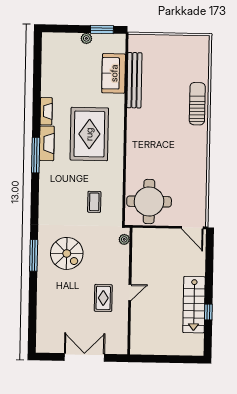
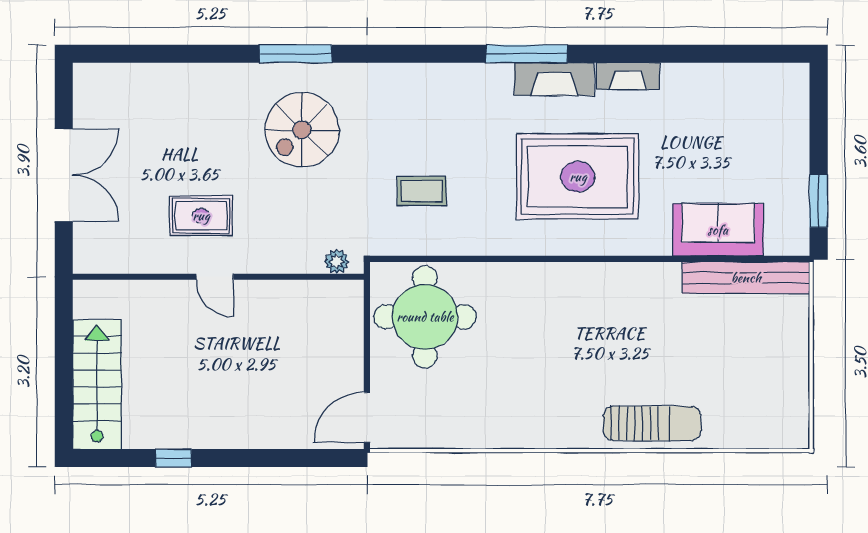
plant: (86, 38) -> (797, 166), removed
bench: (134, 80) -> (746, 278), moved
stairs: (194, 305) -> (97, 384), moved, turned 90

